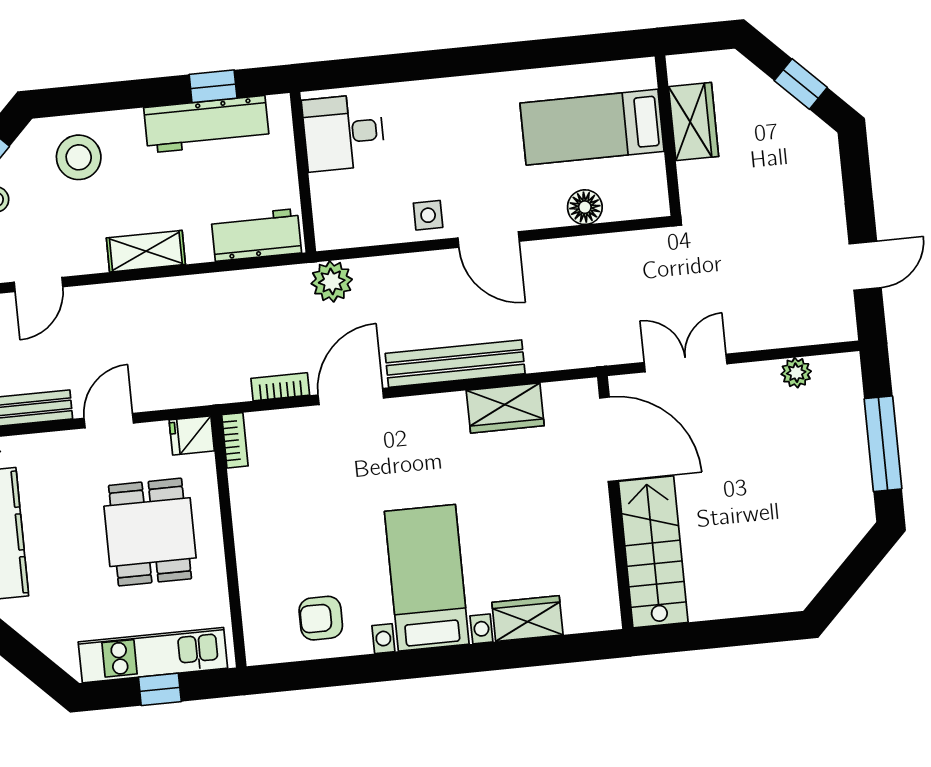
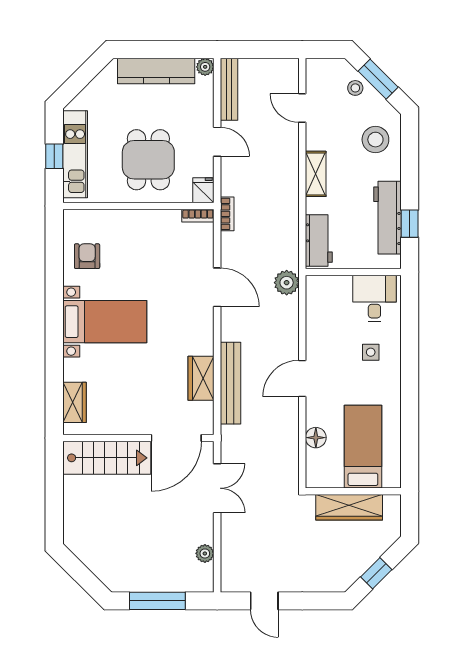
wardrobe: (694, 122) -> (349, 507), width x1.50
side table: (428, 215) -> (371, 352), moved
bench: (455, 364) -> (230, 383), moved
bookcase: (280, 387) -> (227, 214), moved
dining table: (150, 532) -> (148, 160), turned 90
wardrobe: (527, 619) -> (74, 402), moved

